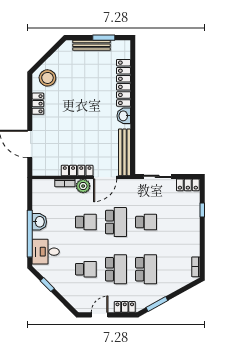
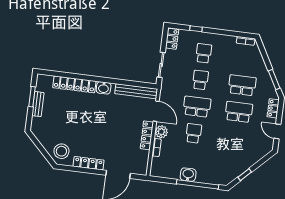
bench: (91, 45) -> (38, 104), width x0.73
locker: (38, 104) -> (89, 163), width x1.53
desk: (46, 252) -> (215, 172), removed
school desk: (86, 269) -> (204, 53), moved

